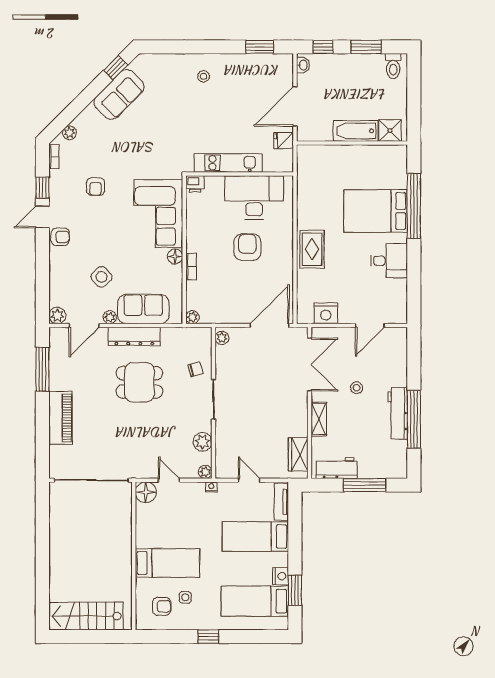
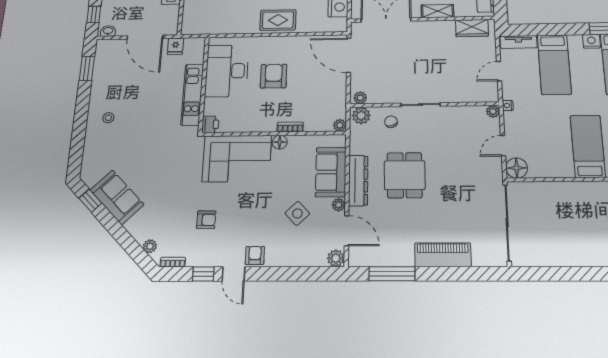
armchair: (247, 247) -> (274, 76), turned 90
plant: (203, 442) -> (361, 116), moved

